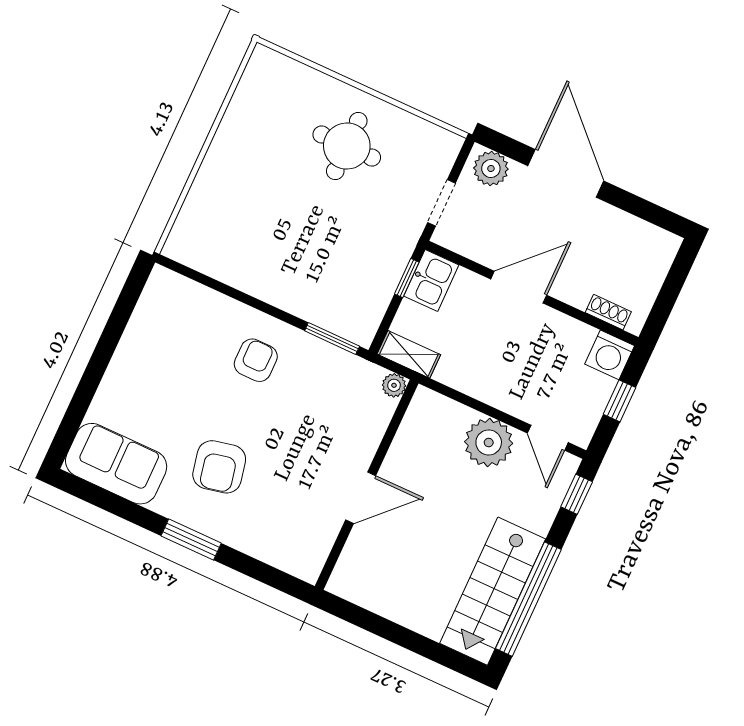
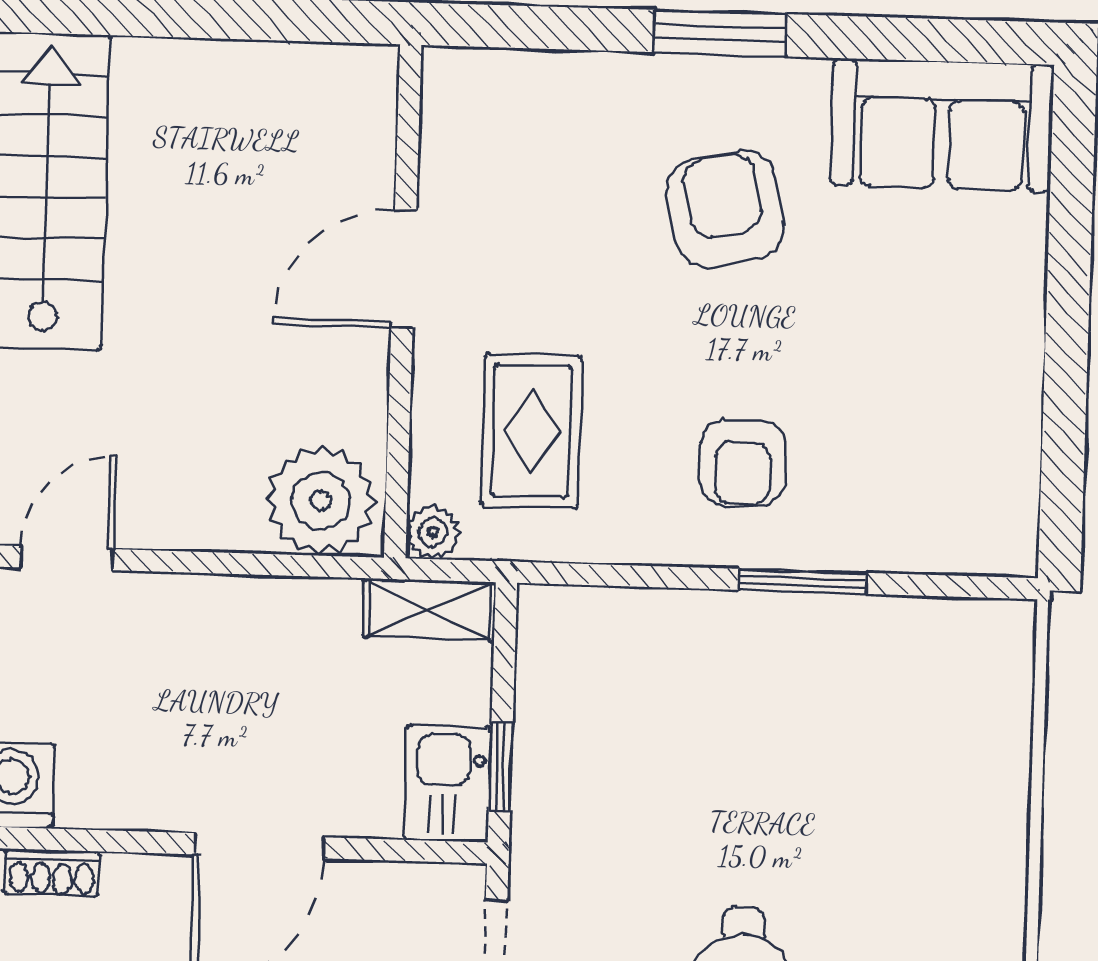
window: (332, 339) -> (803, 581), moved
rug: (336, 410) -> (531, 431), added
door: (548, 438) -> (67, 558), hinge flipped
plant: (489, 442) -> (321, 501), moved

